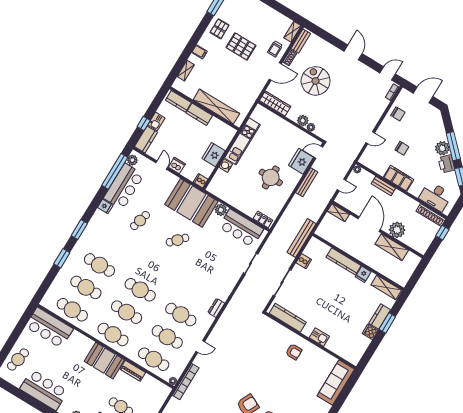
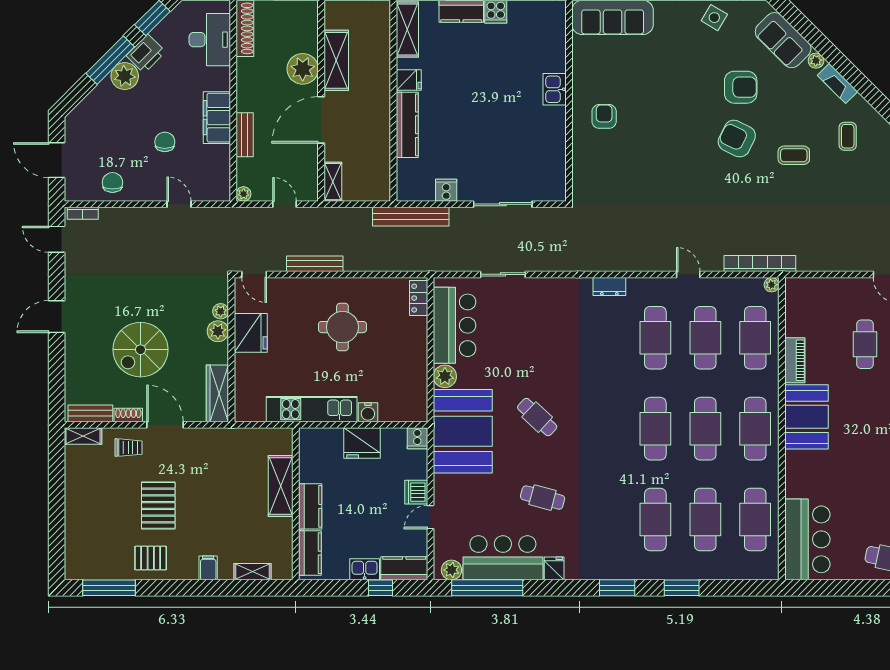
shelving: (216, 107) -> (281, 486), width x0.68
fridge: (301, 161) -> (251, 333), moved, turned -90
kitchen counter: (288, 318) -> (555, 160), removed

